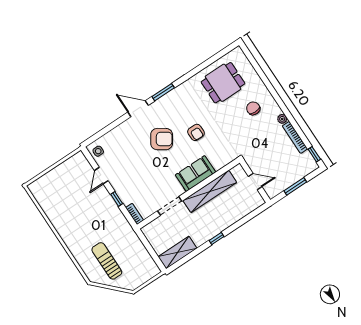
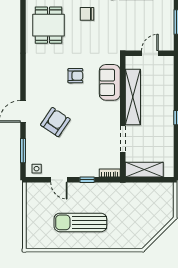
window: (163, 92) -> (23, 151), moved
armchair: (162, 139) -> (55, 122), moved
sofa: (196, 174) -> (110, 82), moved
shelving: (177, 252) -> (144, 170), moved, turned 90
sun lounger: (107, 261) -> (80, 222), moved, width x1.36, depth x1.34

